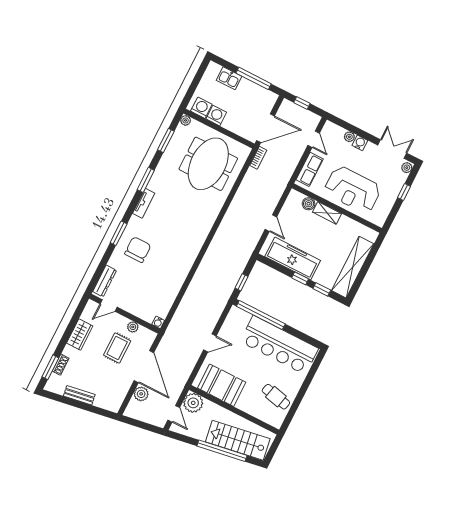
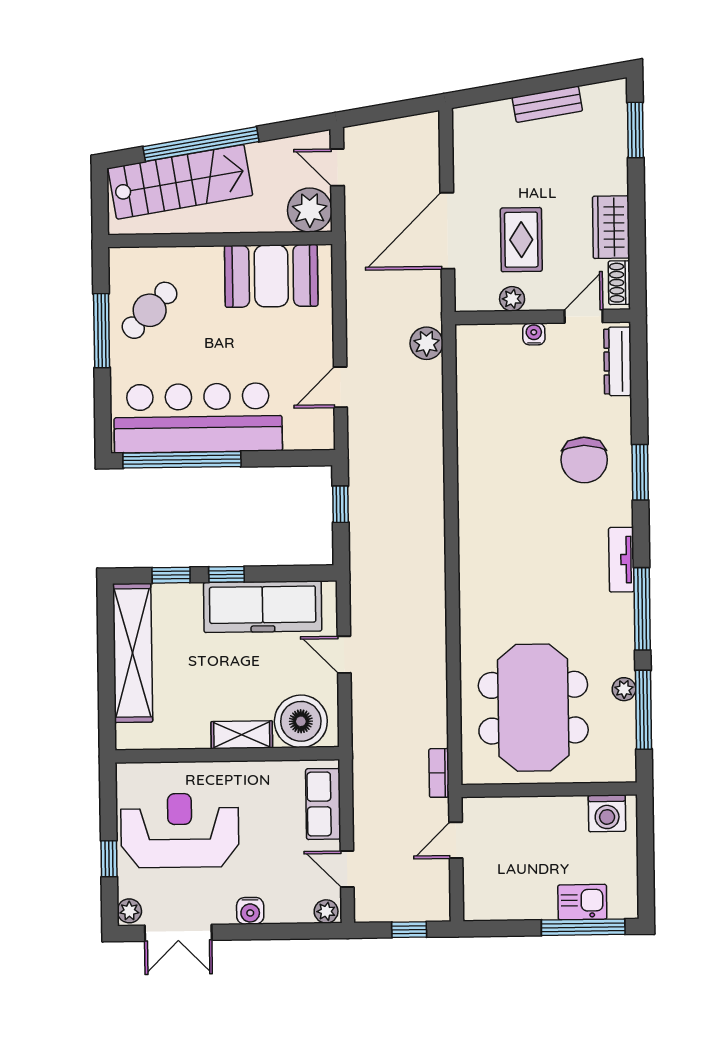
window: (254, 78) -> (583, 927), moved
washing machine: (216, 116) -> (569, 813), removed
plant: (186, 120) -> (624, 689), moved
door: (265, 128) -> (456, 840), width x0.53
plant: (349, 137) -> (326, 911), moved
window: (166, 140) -> (643, 710), width x1.44
window: (146, 180) -> (642, 609), width x1.44
reception desk: (353, 190) -> (180, 830), moved
boiler: (309, 204) -> (301, 721), width x1.86, depth x1.86
window: (261, 315) -> (182, 460), moved
water cooler: (158, 322) -> (534, 334), moved
door: (210, 343) -> (340, 387), moved
shoe rack: (61, 365) -> (619, 283), moved
door: (144, 367) -> (447, 231), hinge flipped
plant: (141, 394) -> (427, 343), moved
cafe table: (276, 397) -> (150, 310), turned -59
window: (299, 399) -> (102, 331), added

